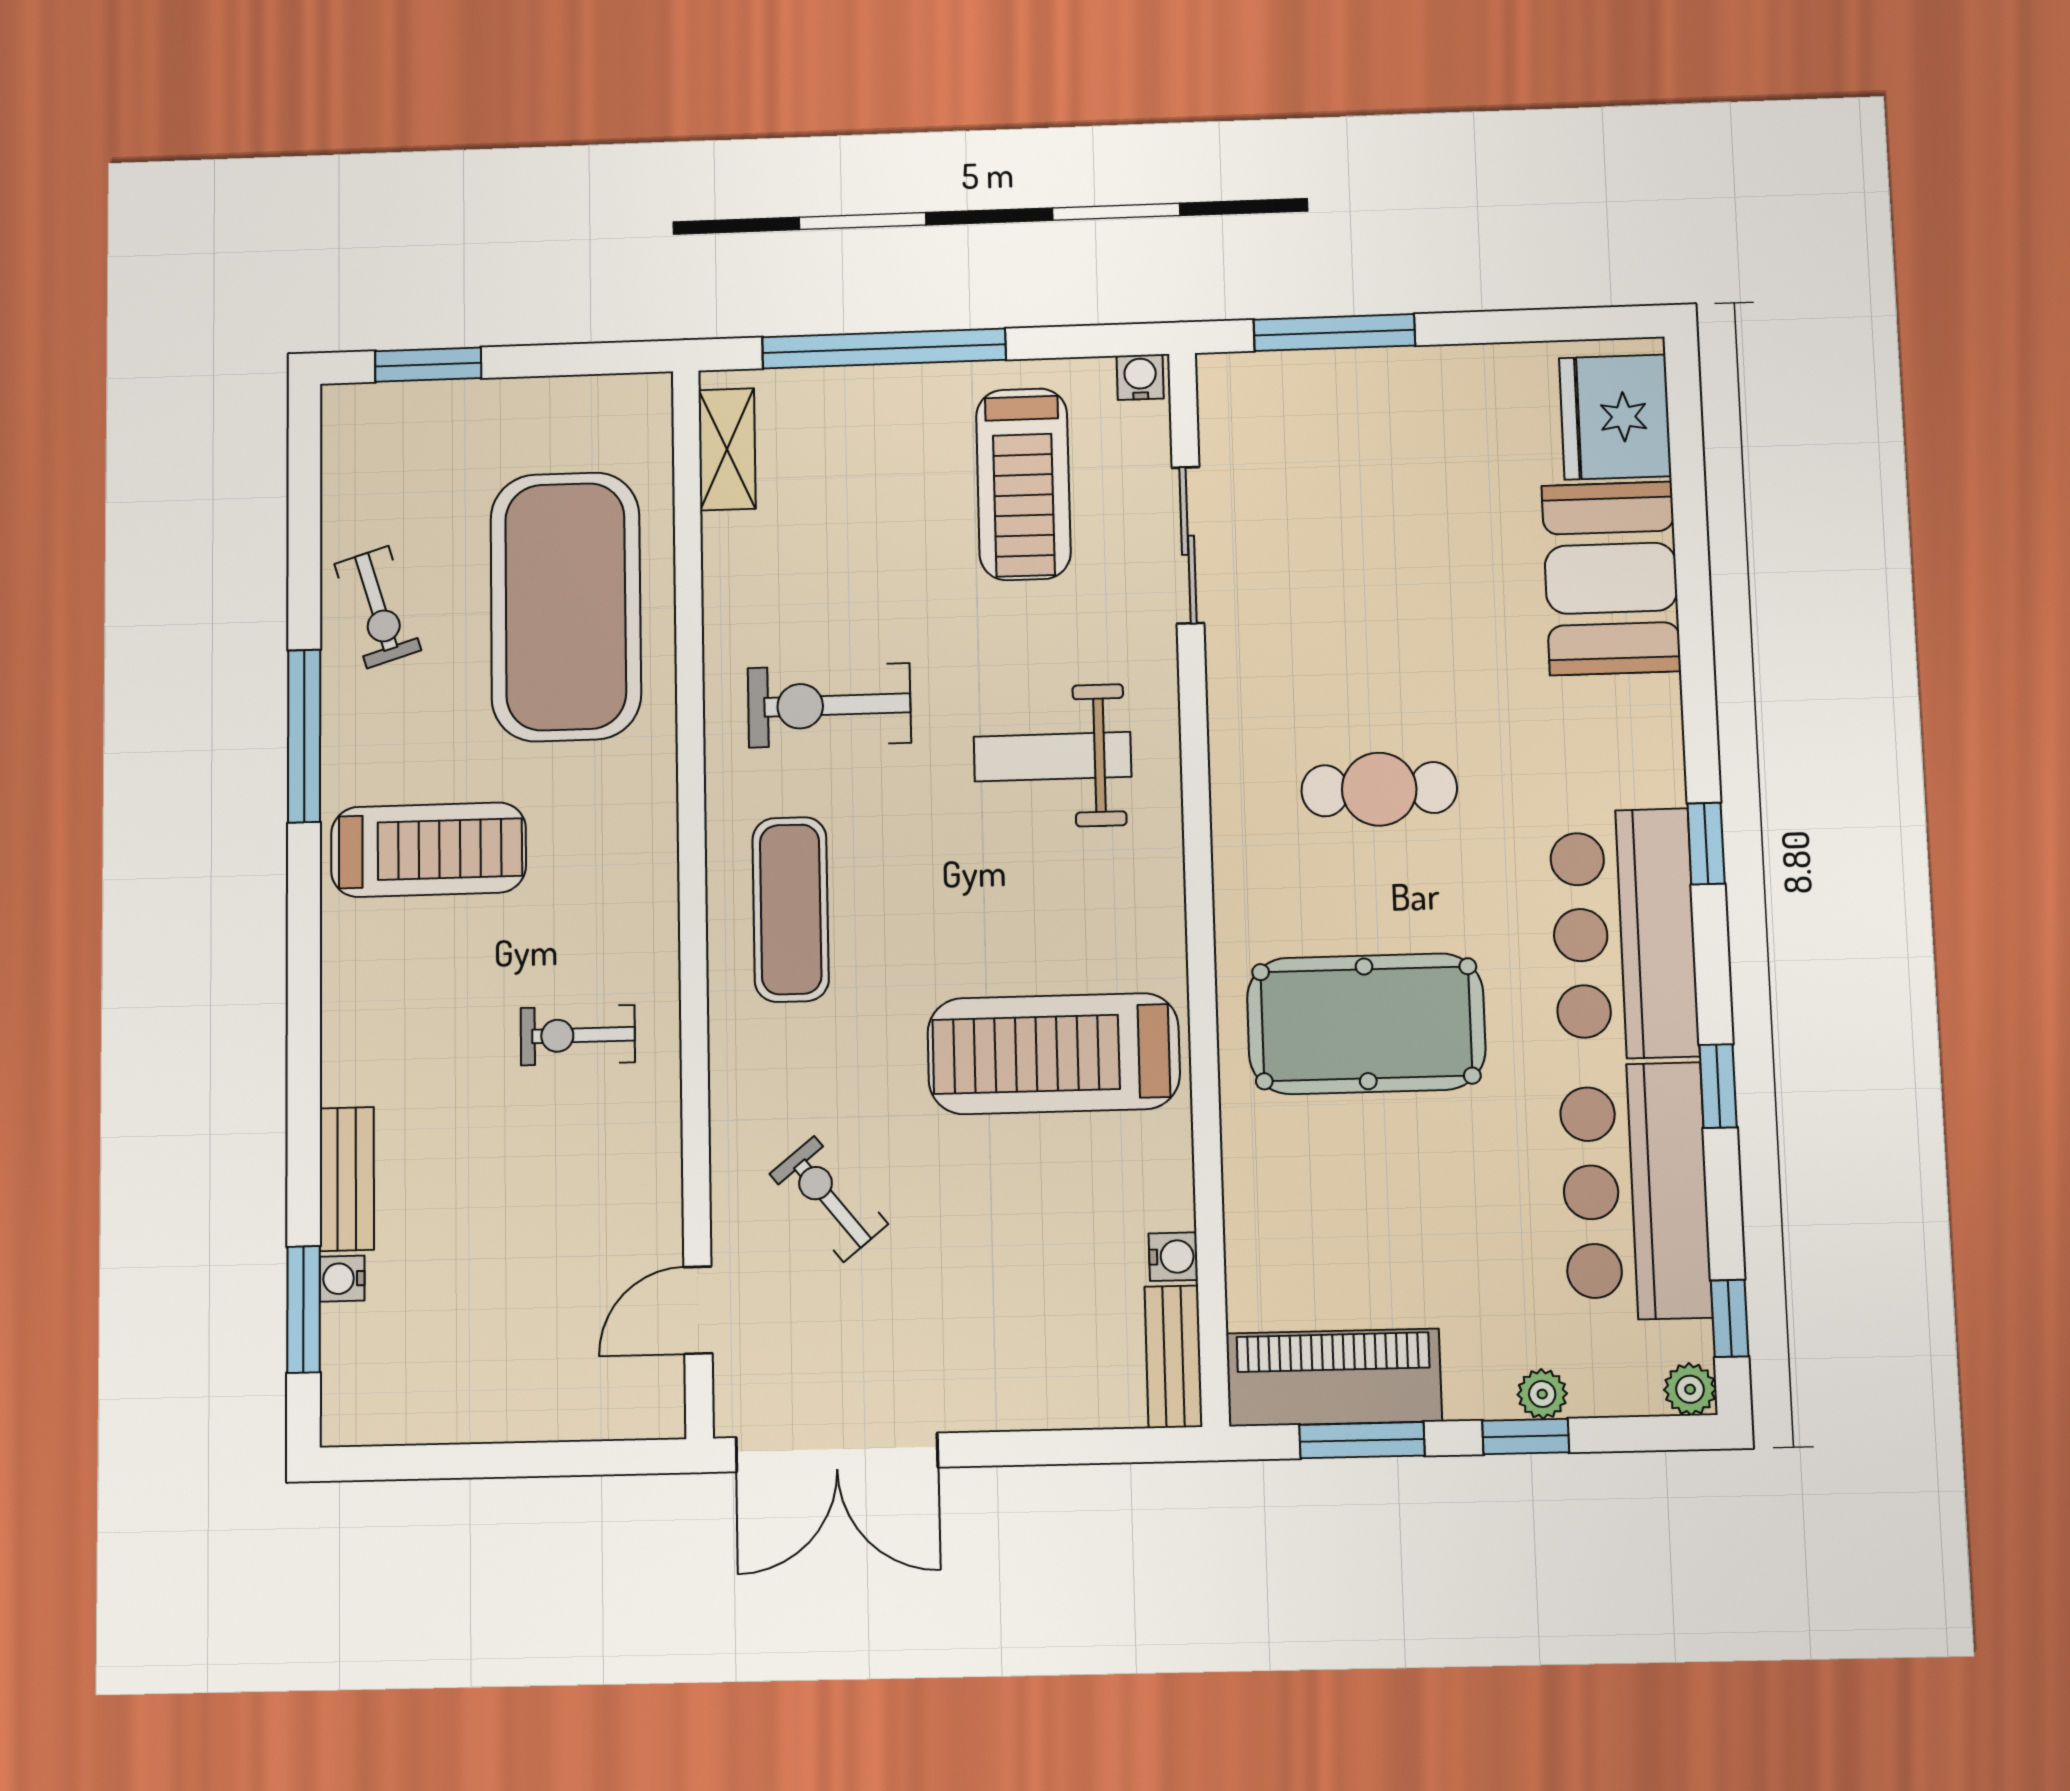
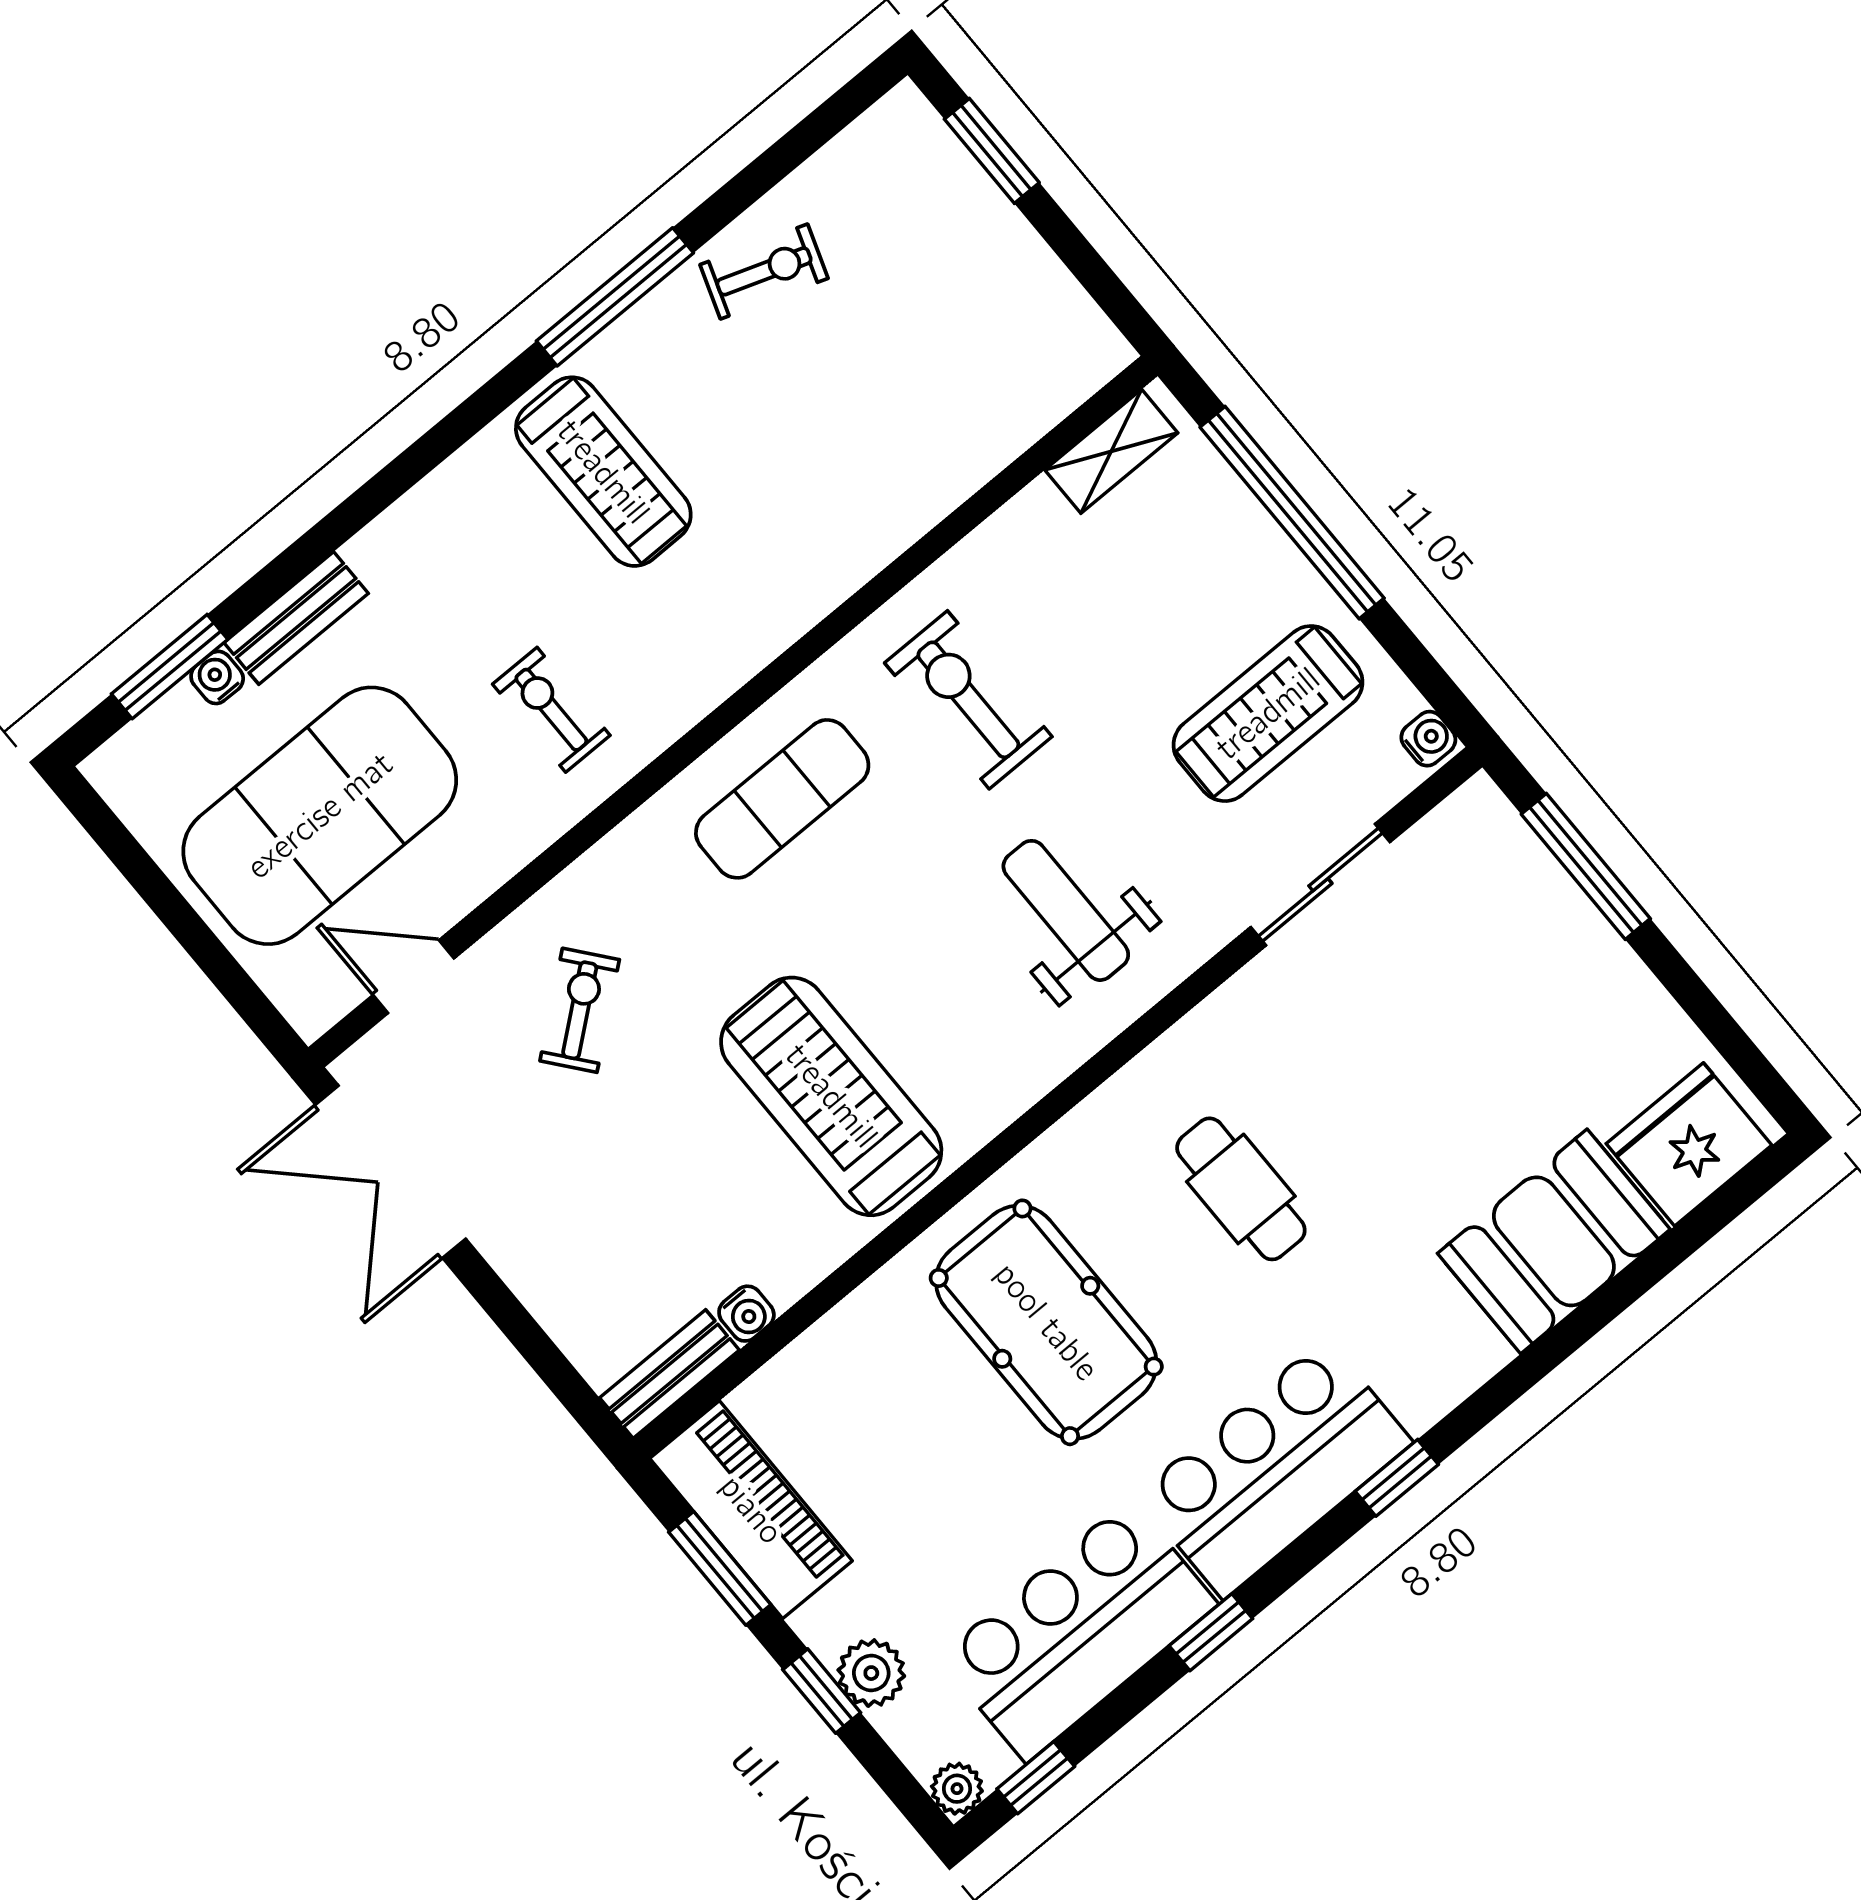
exercise mat: (566, 606) -> (320, 816), moved
exercise bike: (378, 607) -> (764, 271), turned -144
plant: (1542, 1394) -> (871, 1673), width x1.38, depth x1.38

